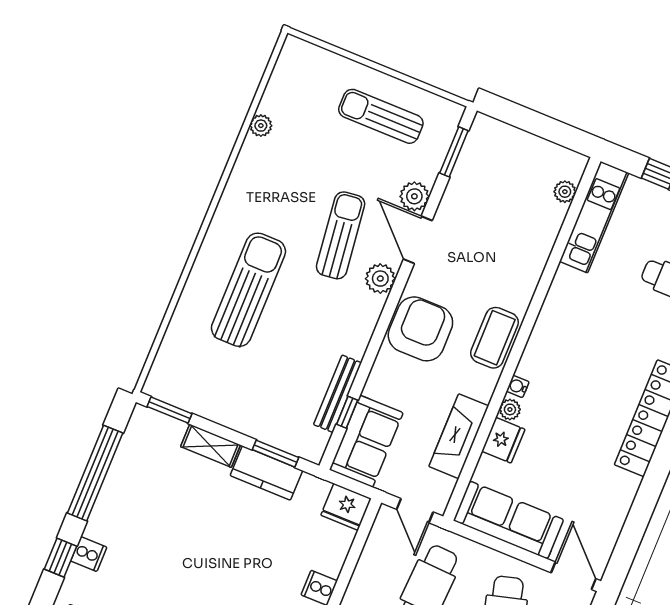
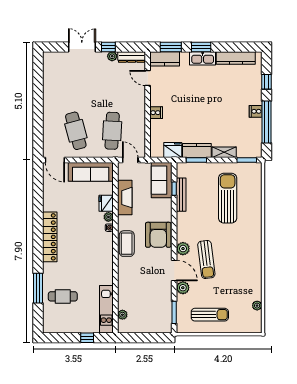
plant: (261, 126) -> (257, 306), moved
sun lounger: (248, 290) -> (228, 198), moved, turned 180
fridge: (346, 507) -> (173, 150), moved
cooker: (89, 554) -> (256, 111), moved

